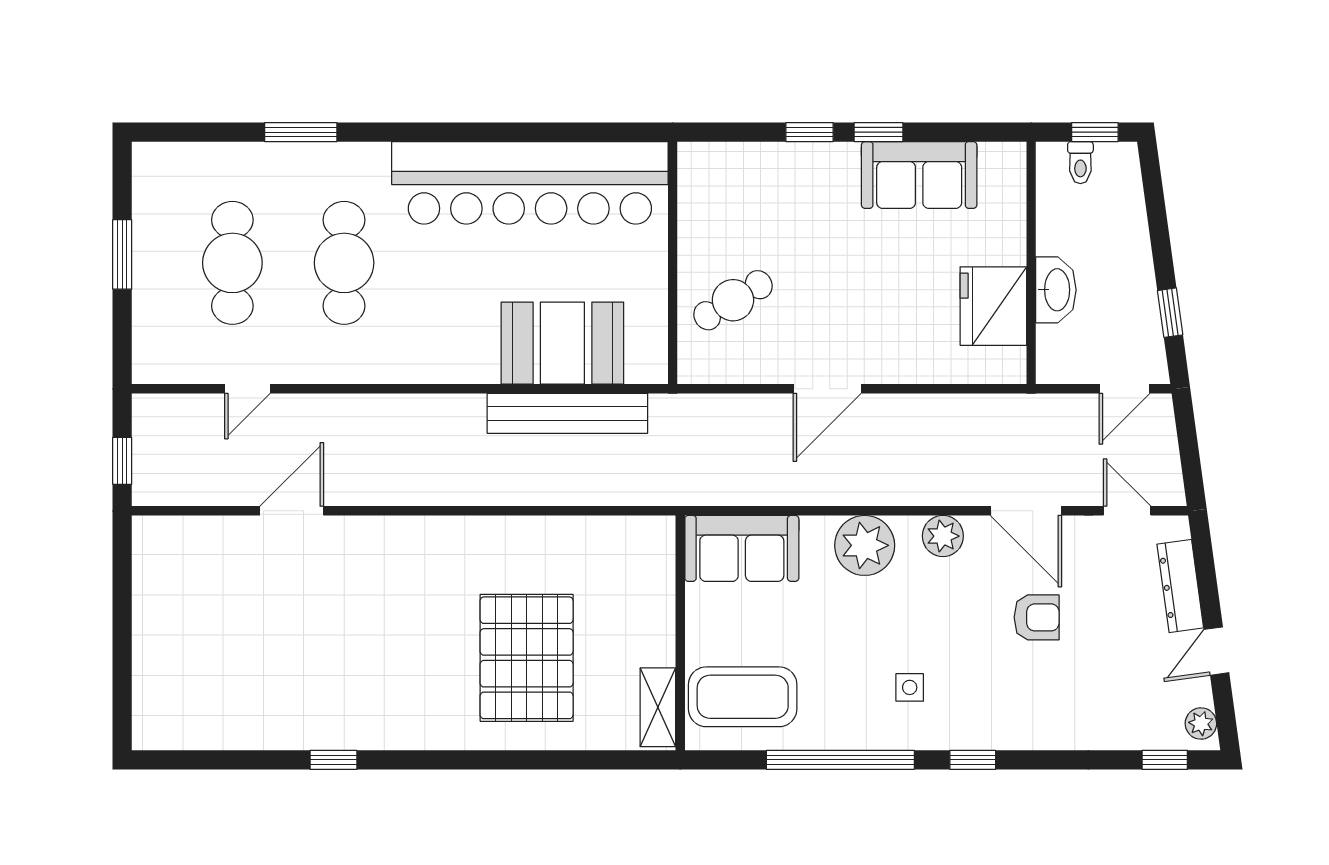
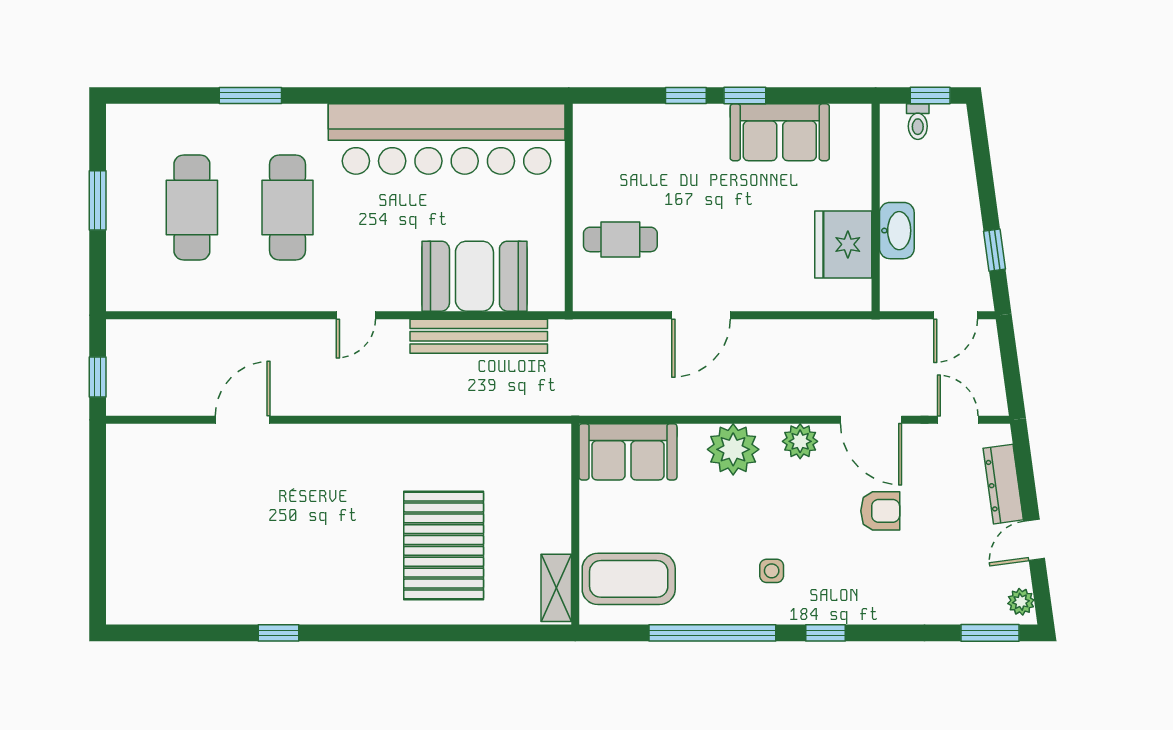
cafe table: (733, 300) -> (620, 239), turned 31
door: (247, 389) -> (356, 315), moved
window: (1165, 760) -> (990, 633), width x1.50

